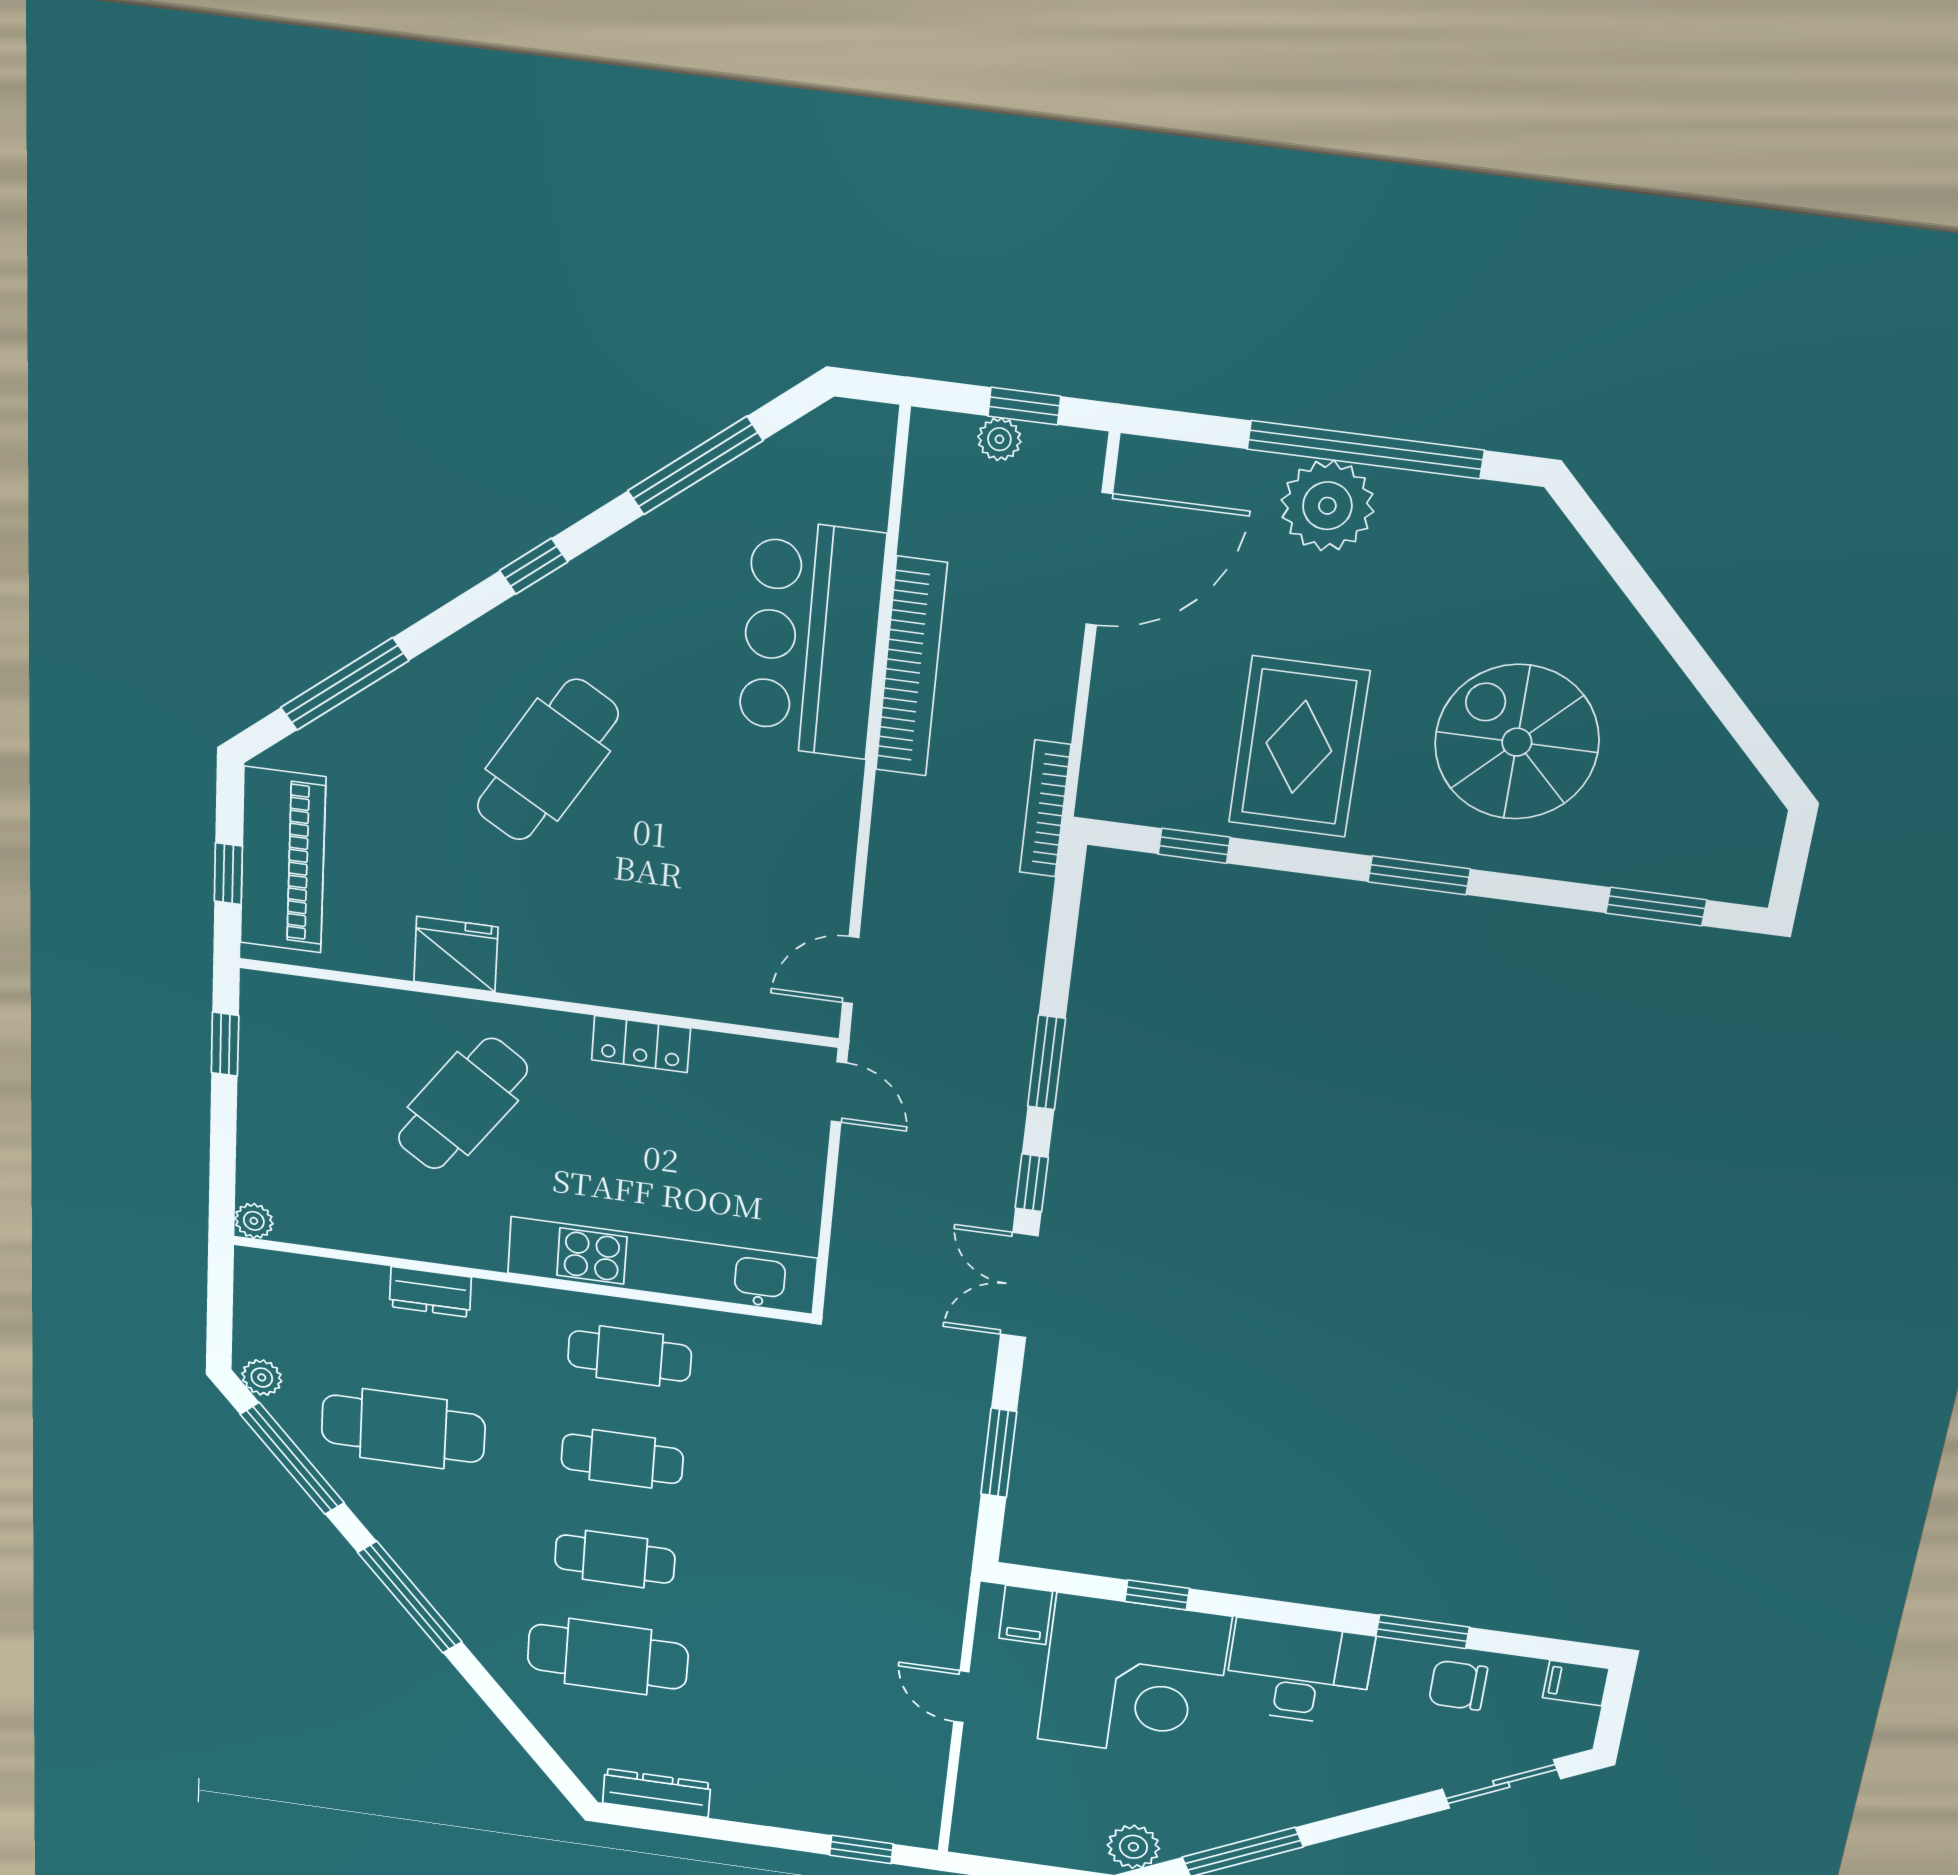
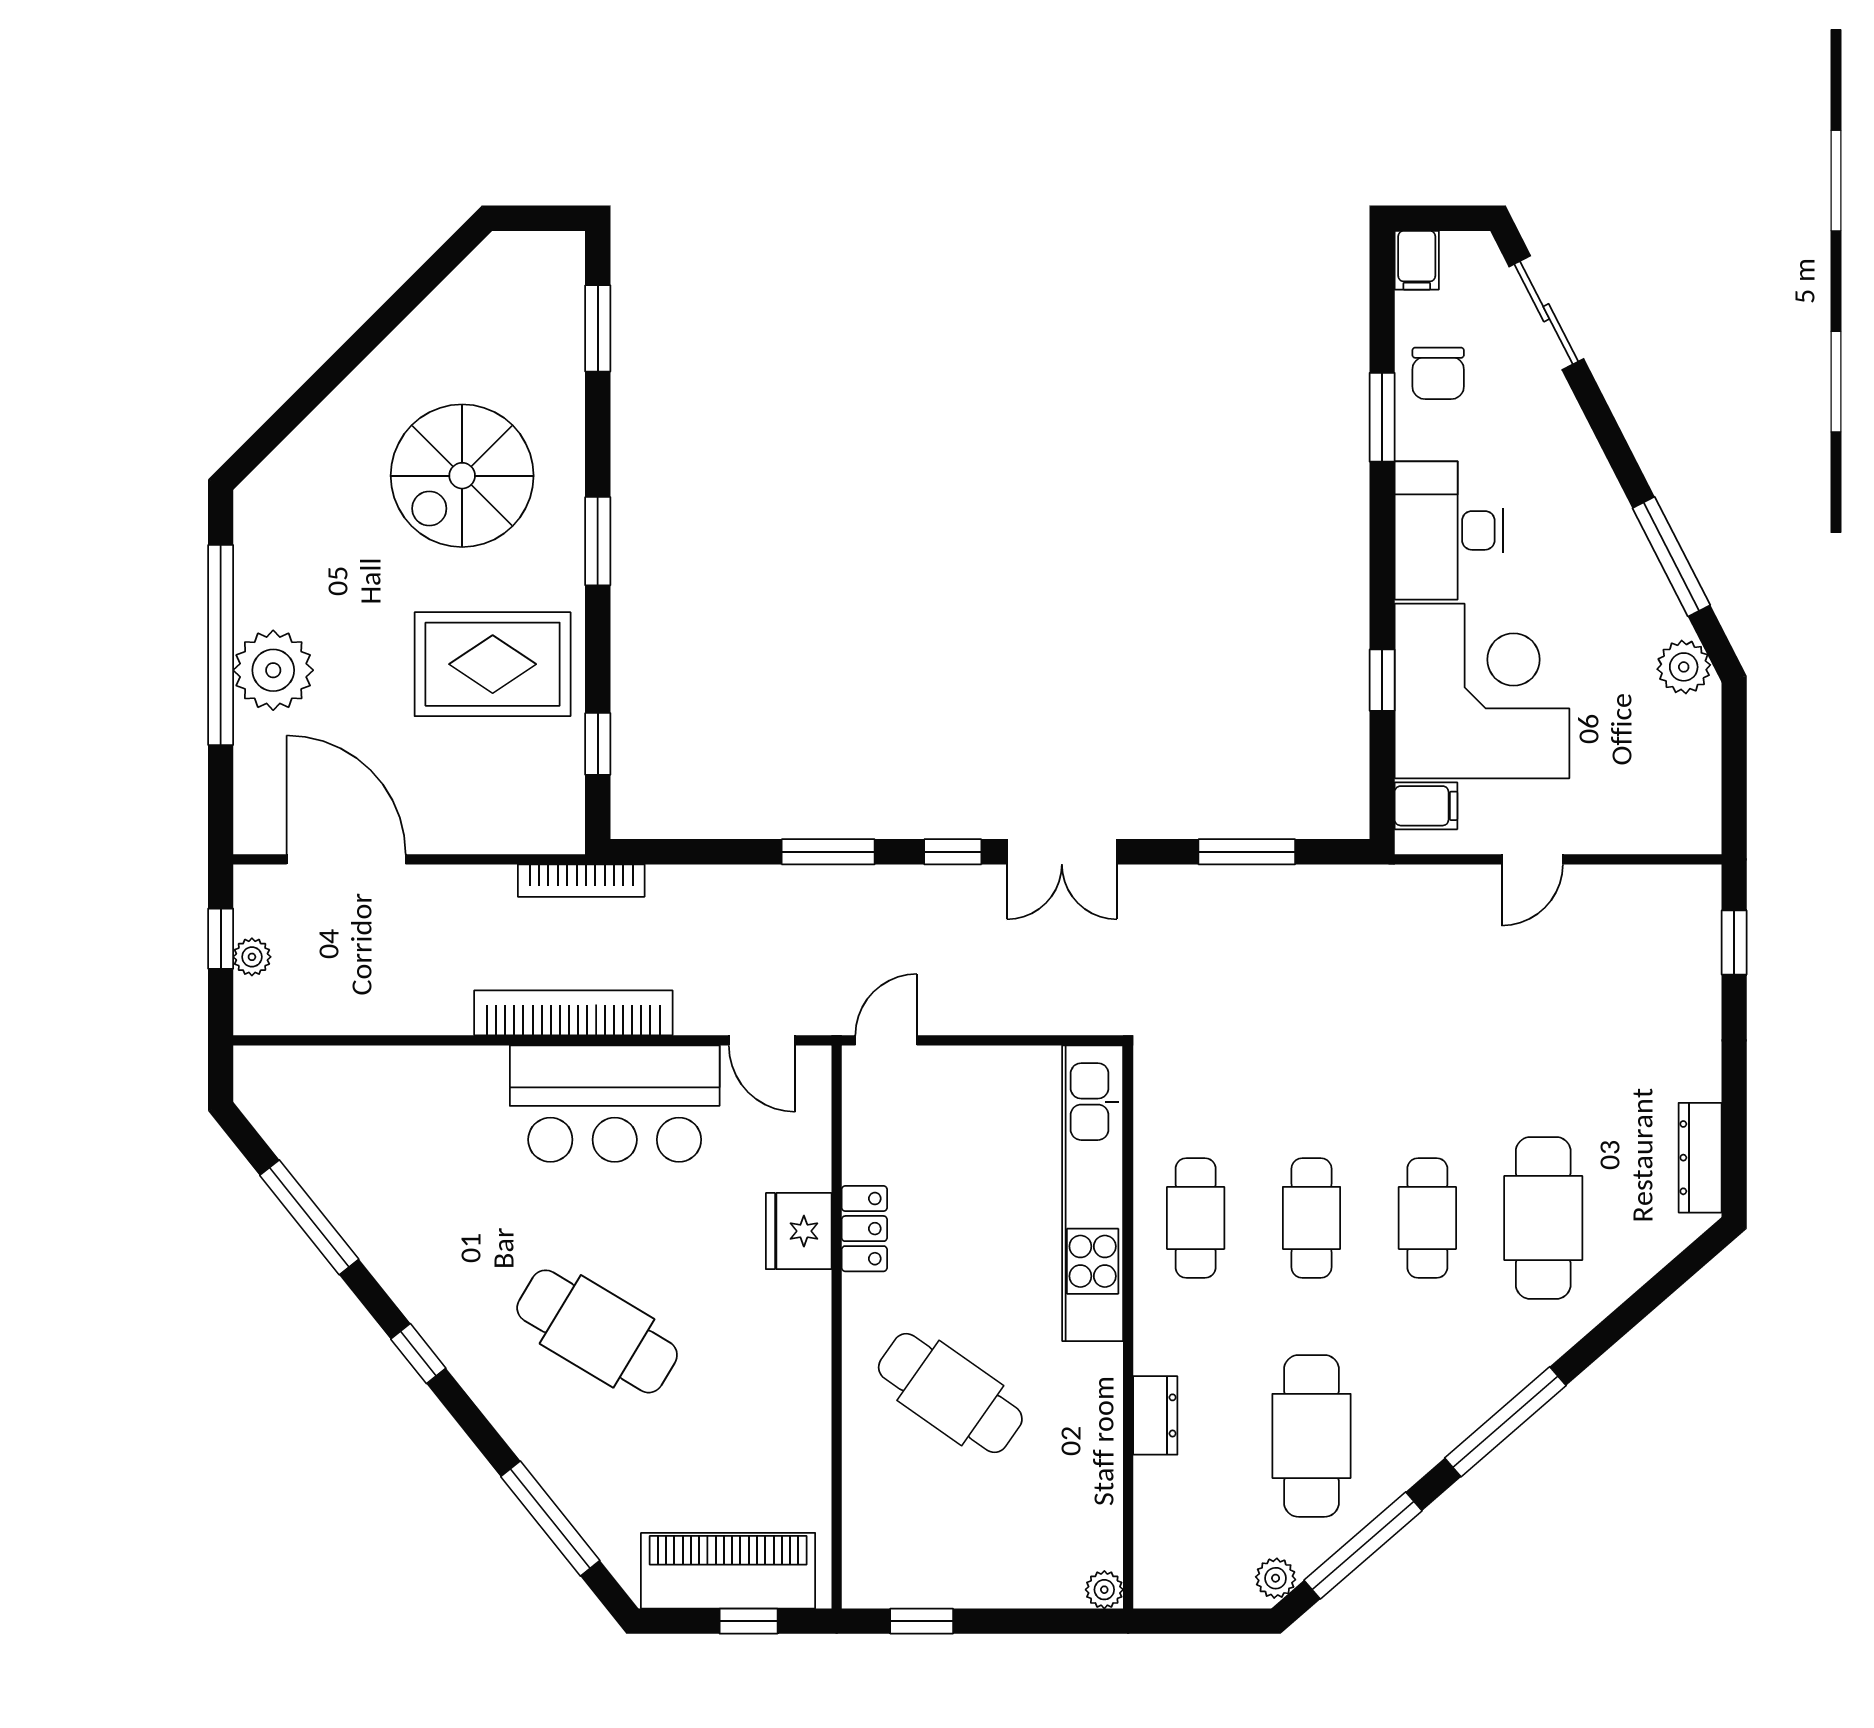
bar counter: (811, 639) -> (615, 1104), moved
bookcase: (911, 667) -> (573, 1013), moved
fridge: (456, 954) -> (799, 1231), moved

